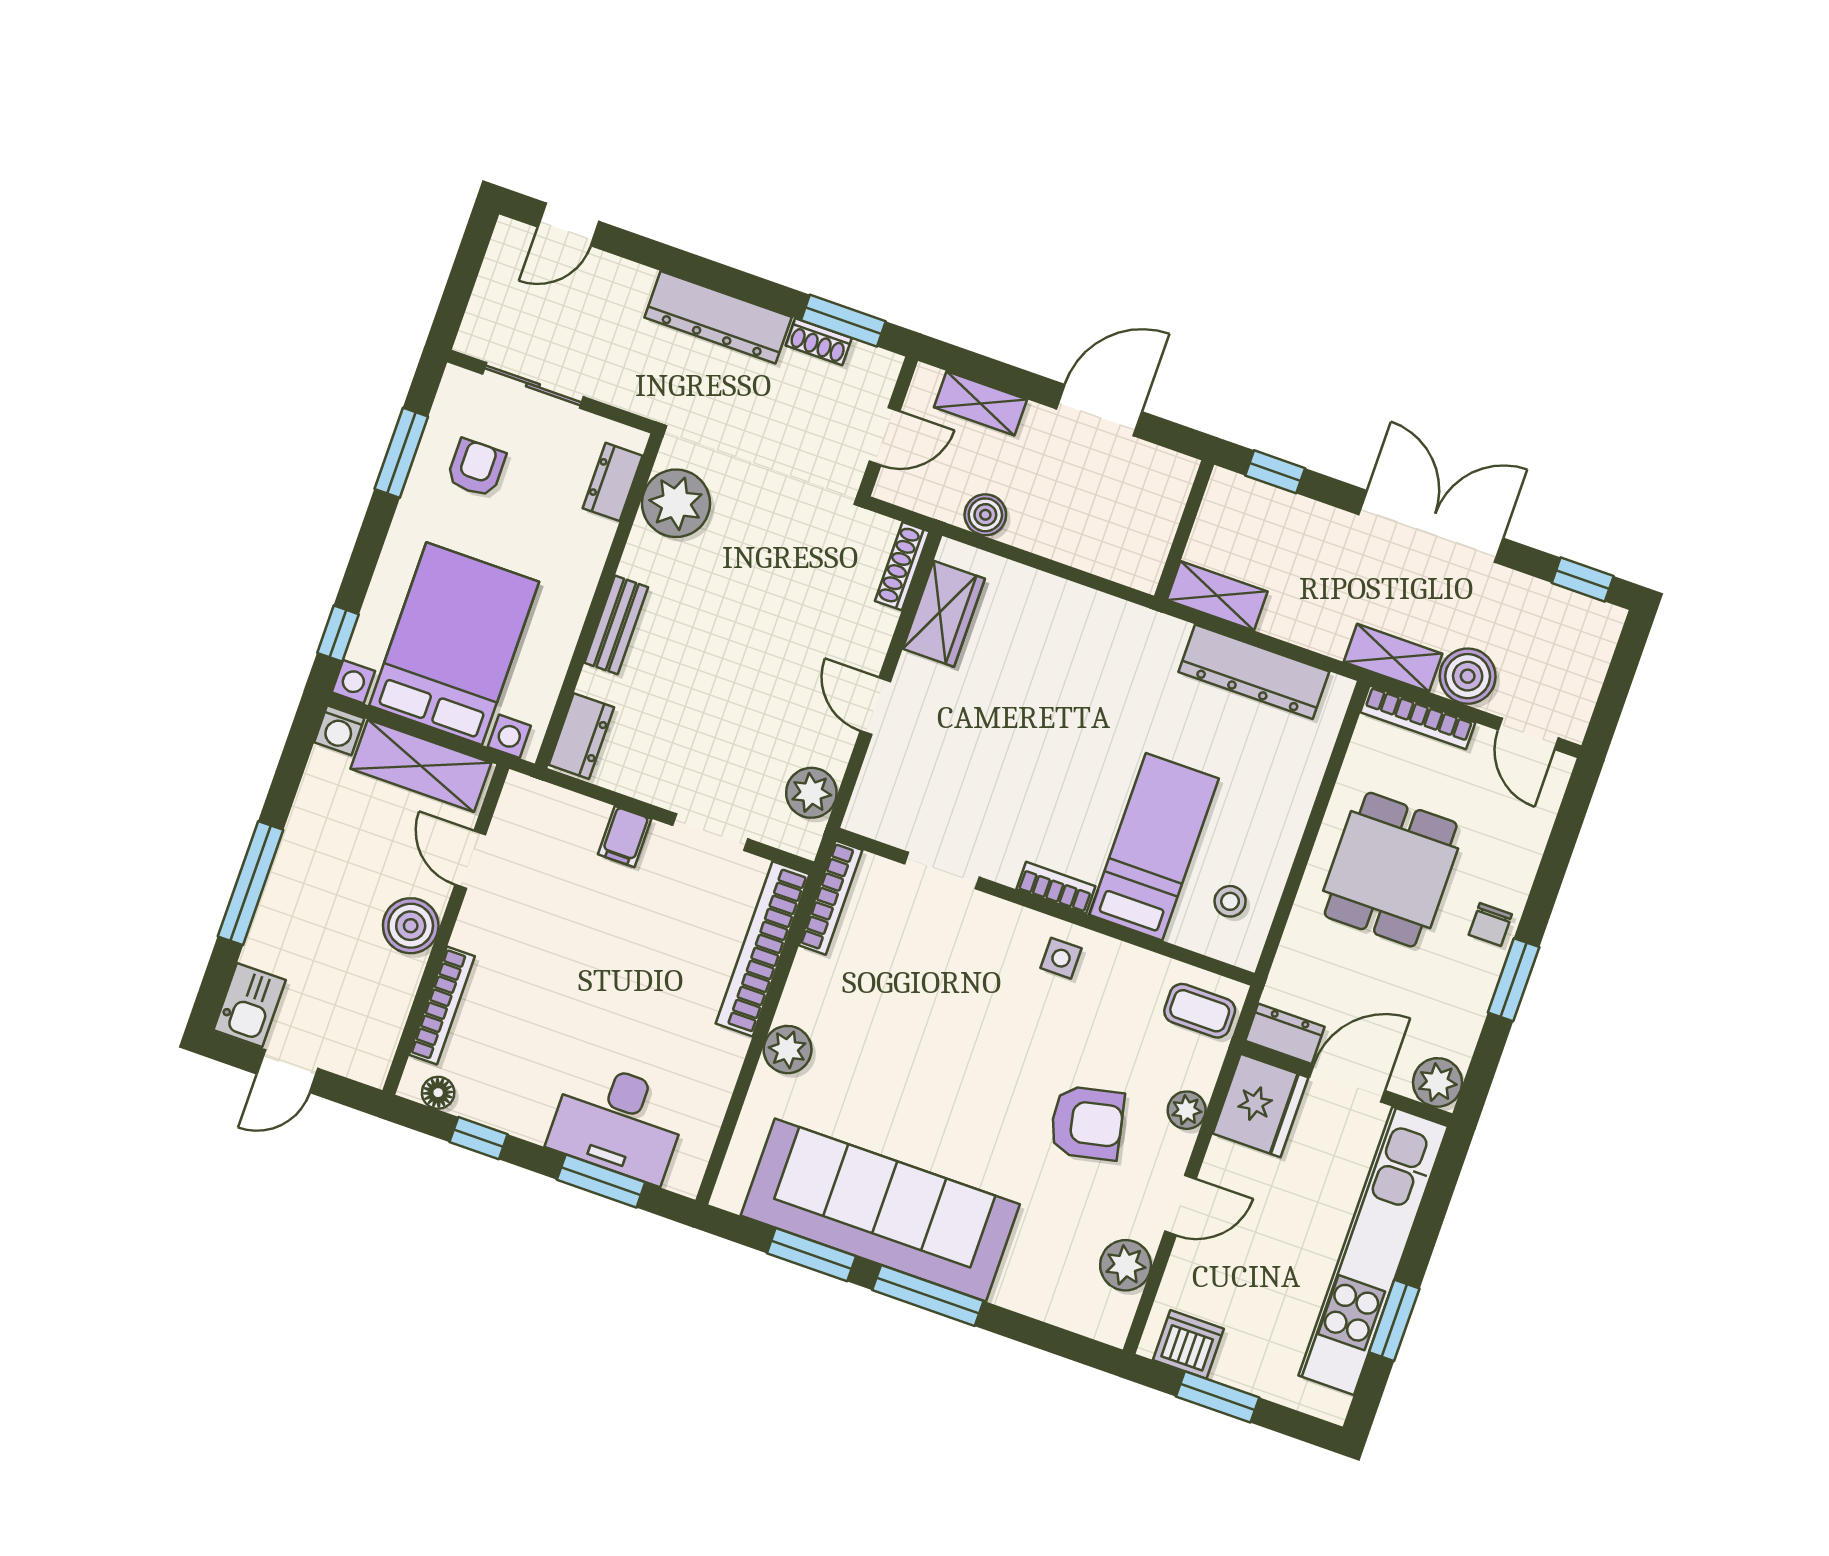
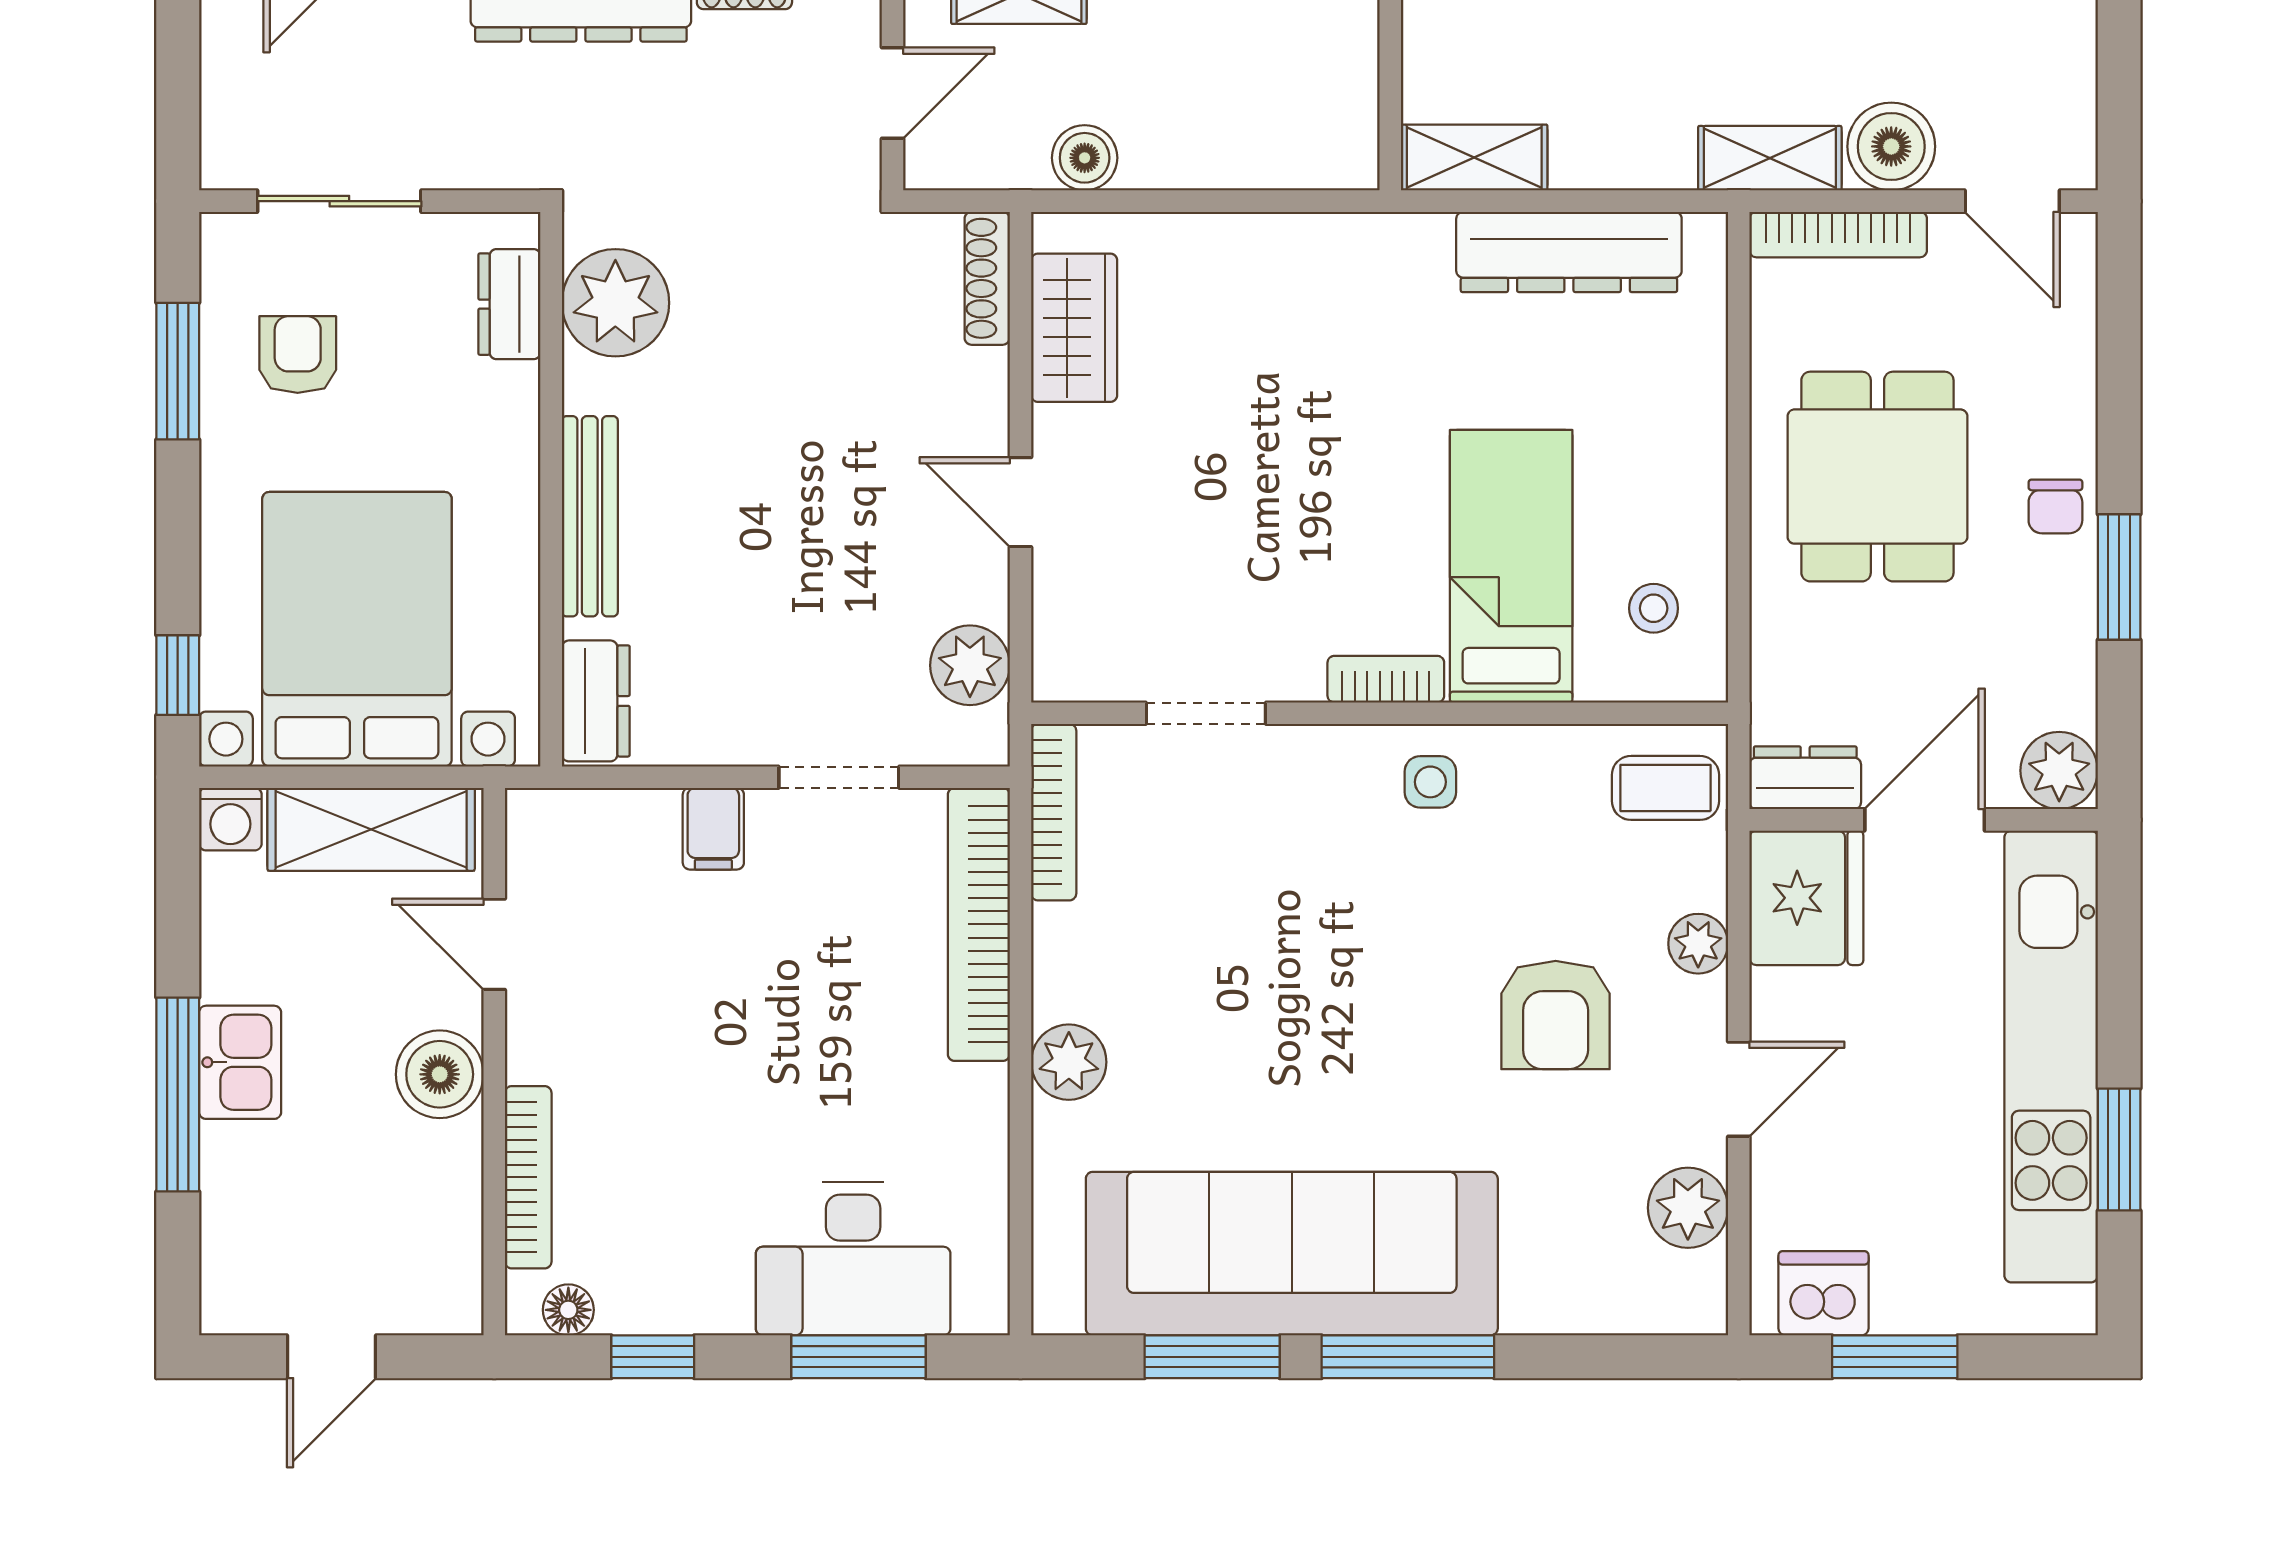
bench: (616, 625) -> (590, 516), width x1.36
kitchen sink: (250, 1005) -> (240, 1062), moved
armchair: (1087, 1123) -> (1556, 1015), turned 102

